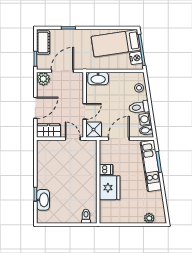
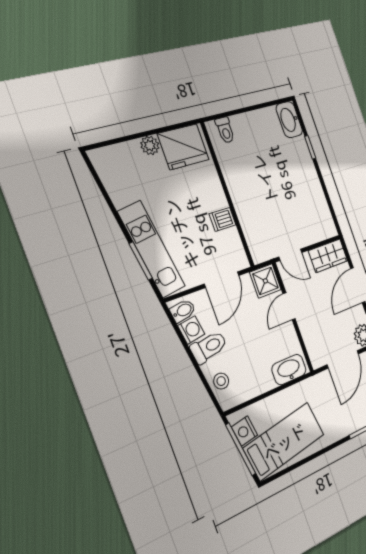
fridge: (110, 188) -> (183, 147), moved, turned -90
washbasin: (43, 200) -> (289, 120), moved
plant: (149, 218) -> (150, 145), moved

